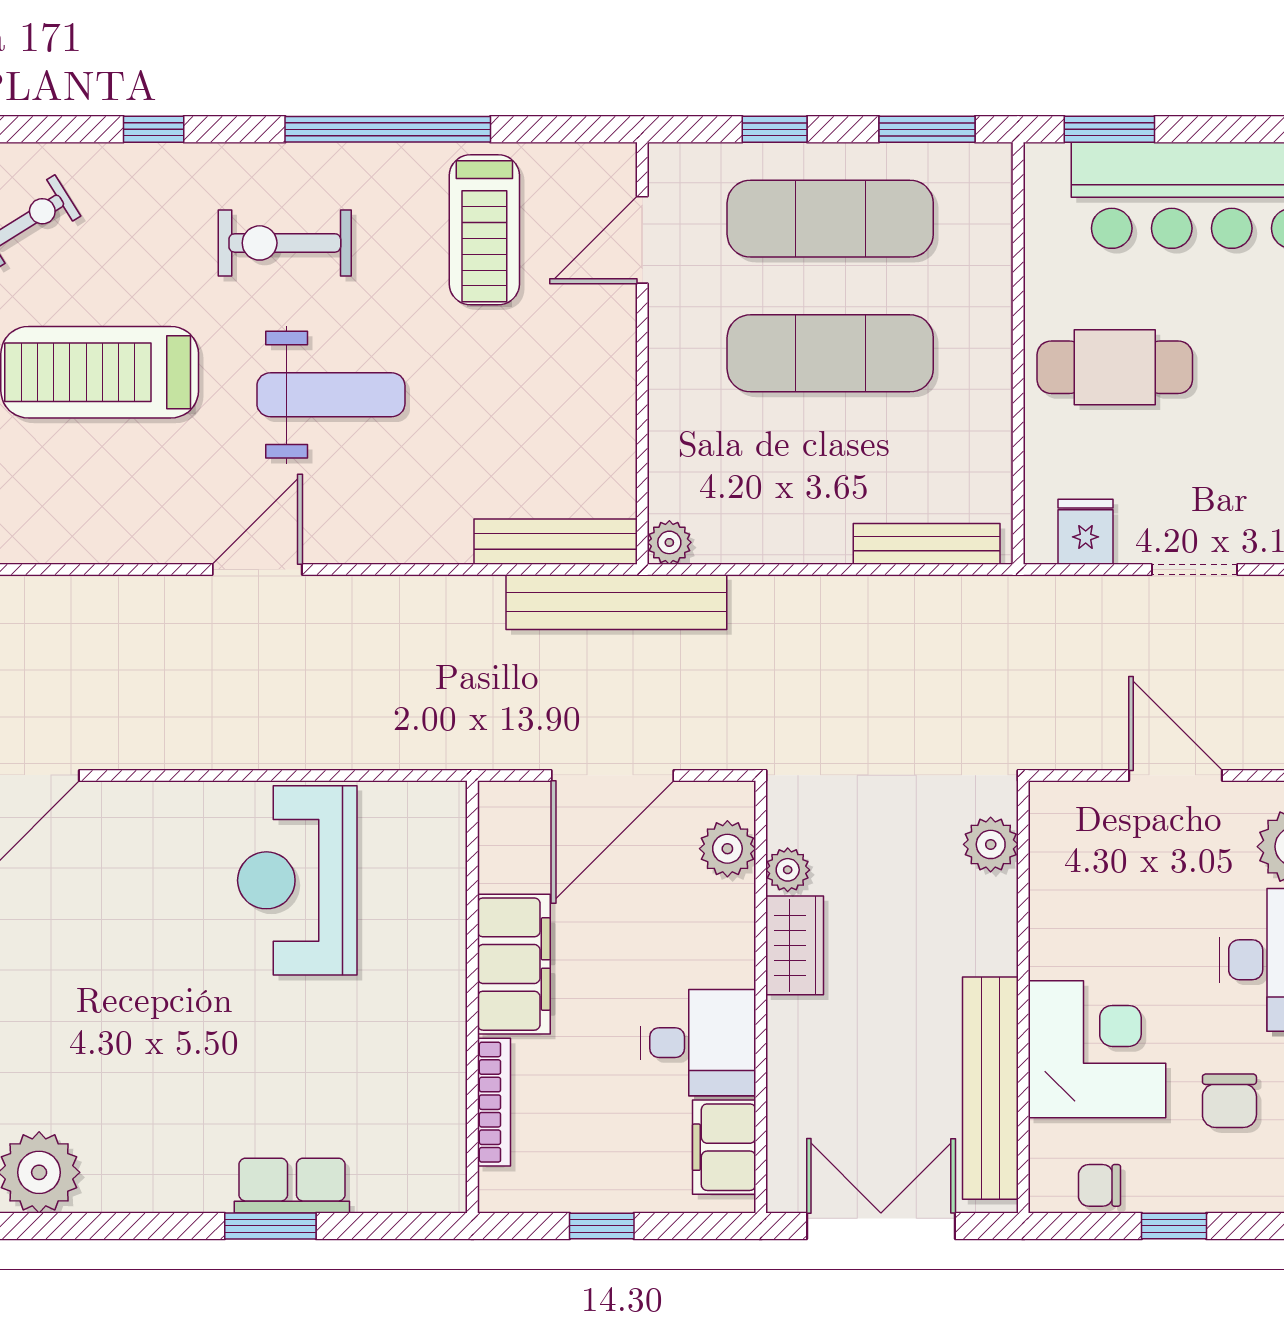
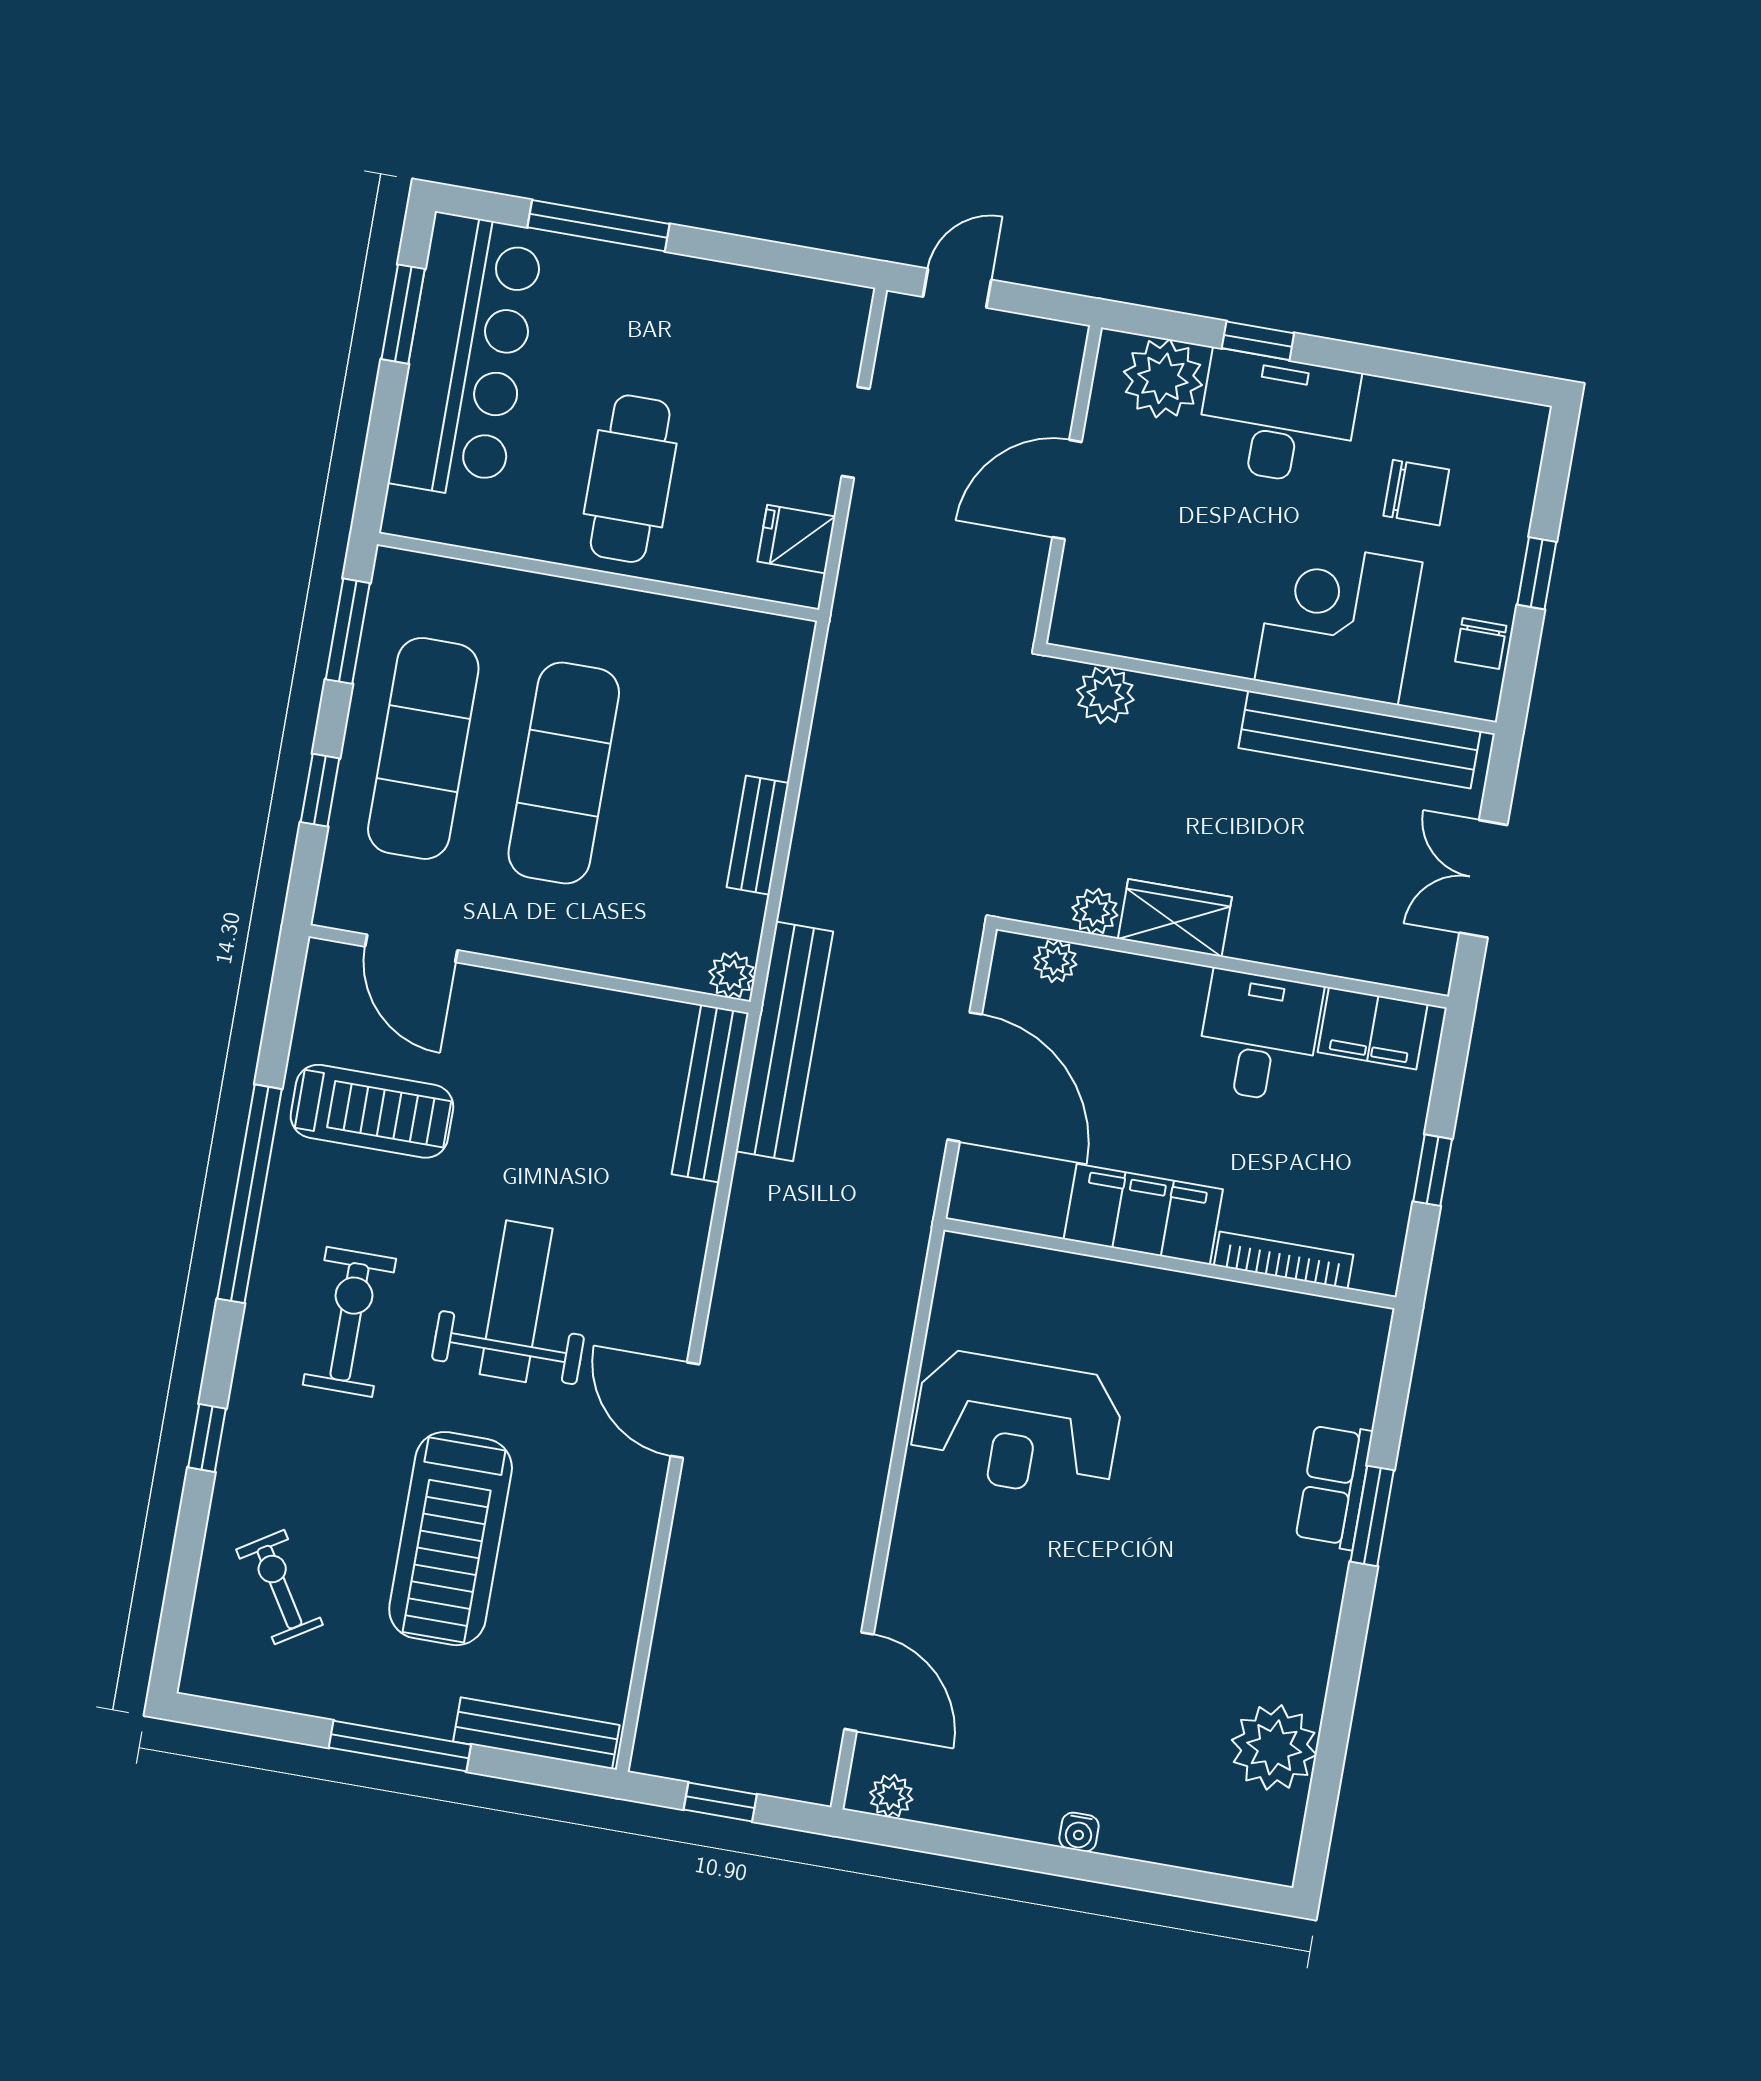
window: (1109, 129) -> (403, 314), moved
exercise bike: (285, 243) -> (349, 1322), turned 180
bench: (927, 544) -> (758, 835), moved, width x0.73
plant: (727, 849) -> (1055, 961), width x0.73, depth x0.73
double door: (881, 1226) -> (1483, 879), width x0.73

